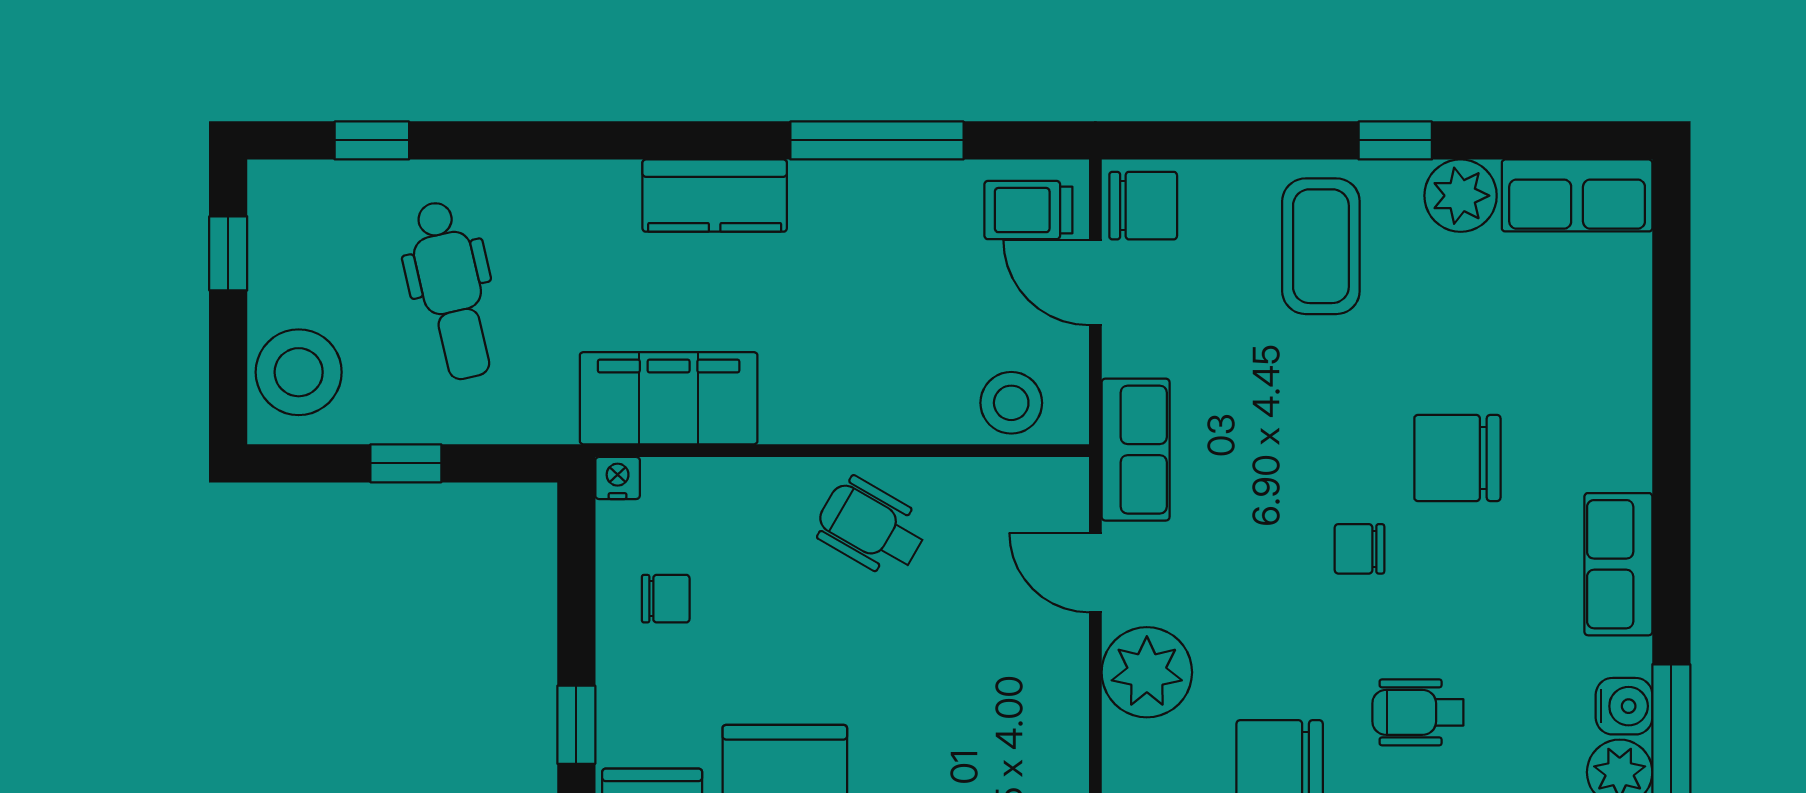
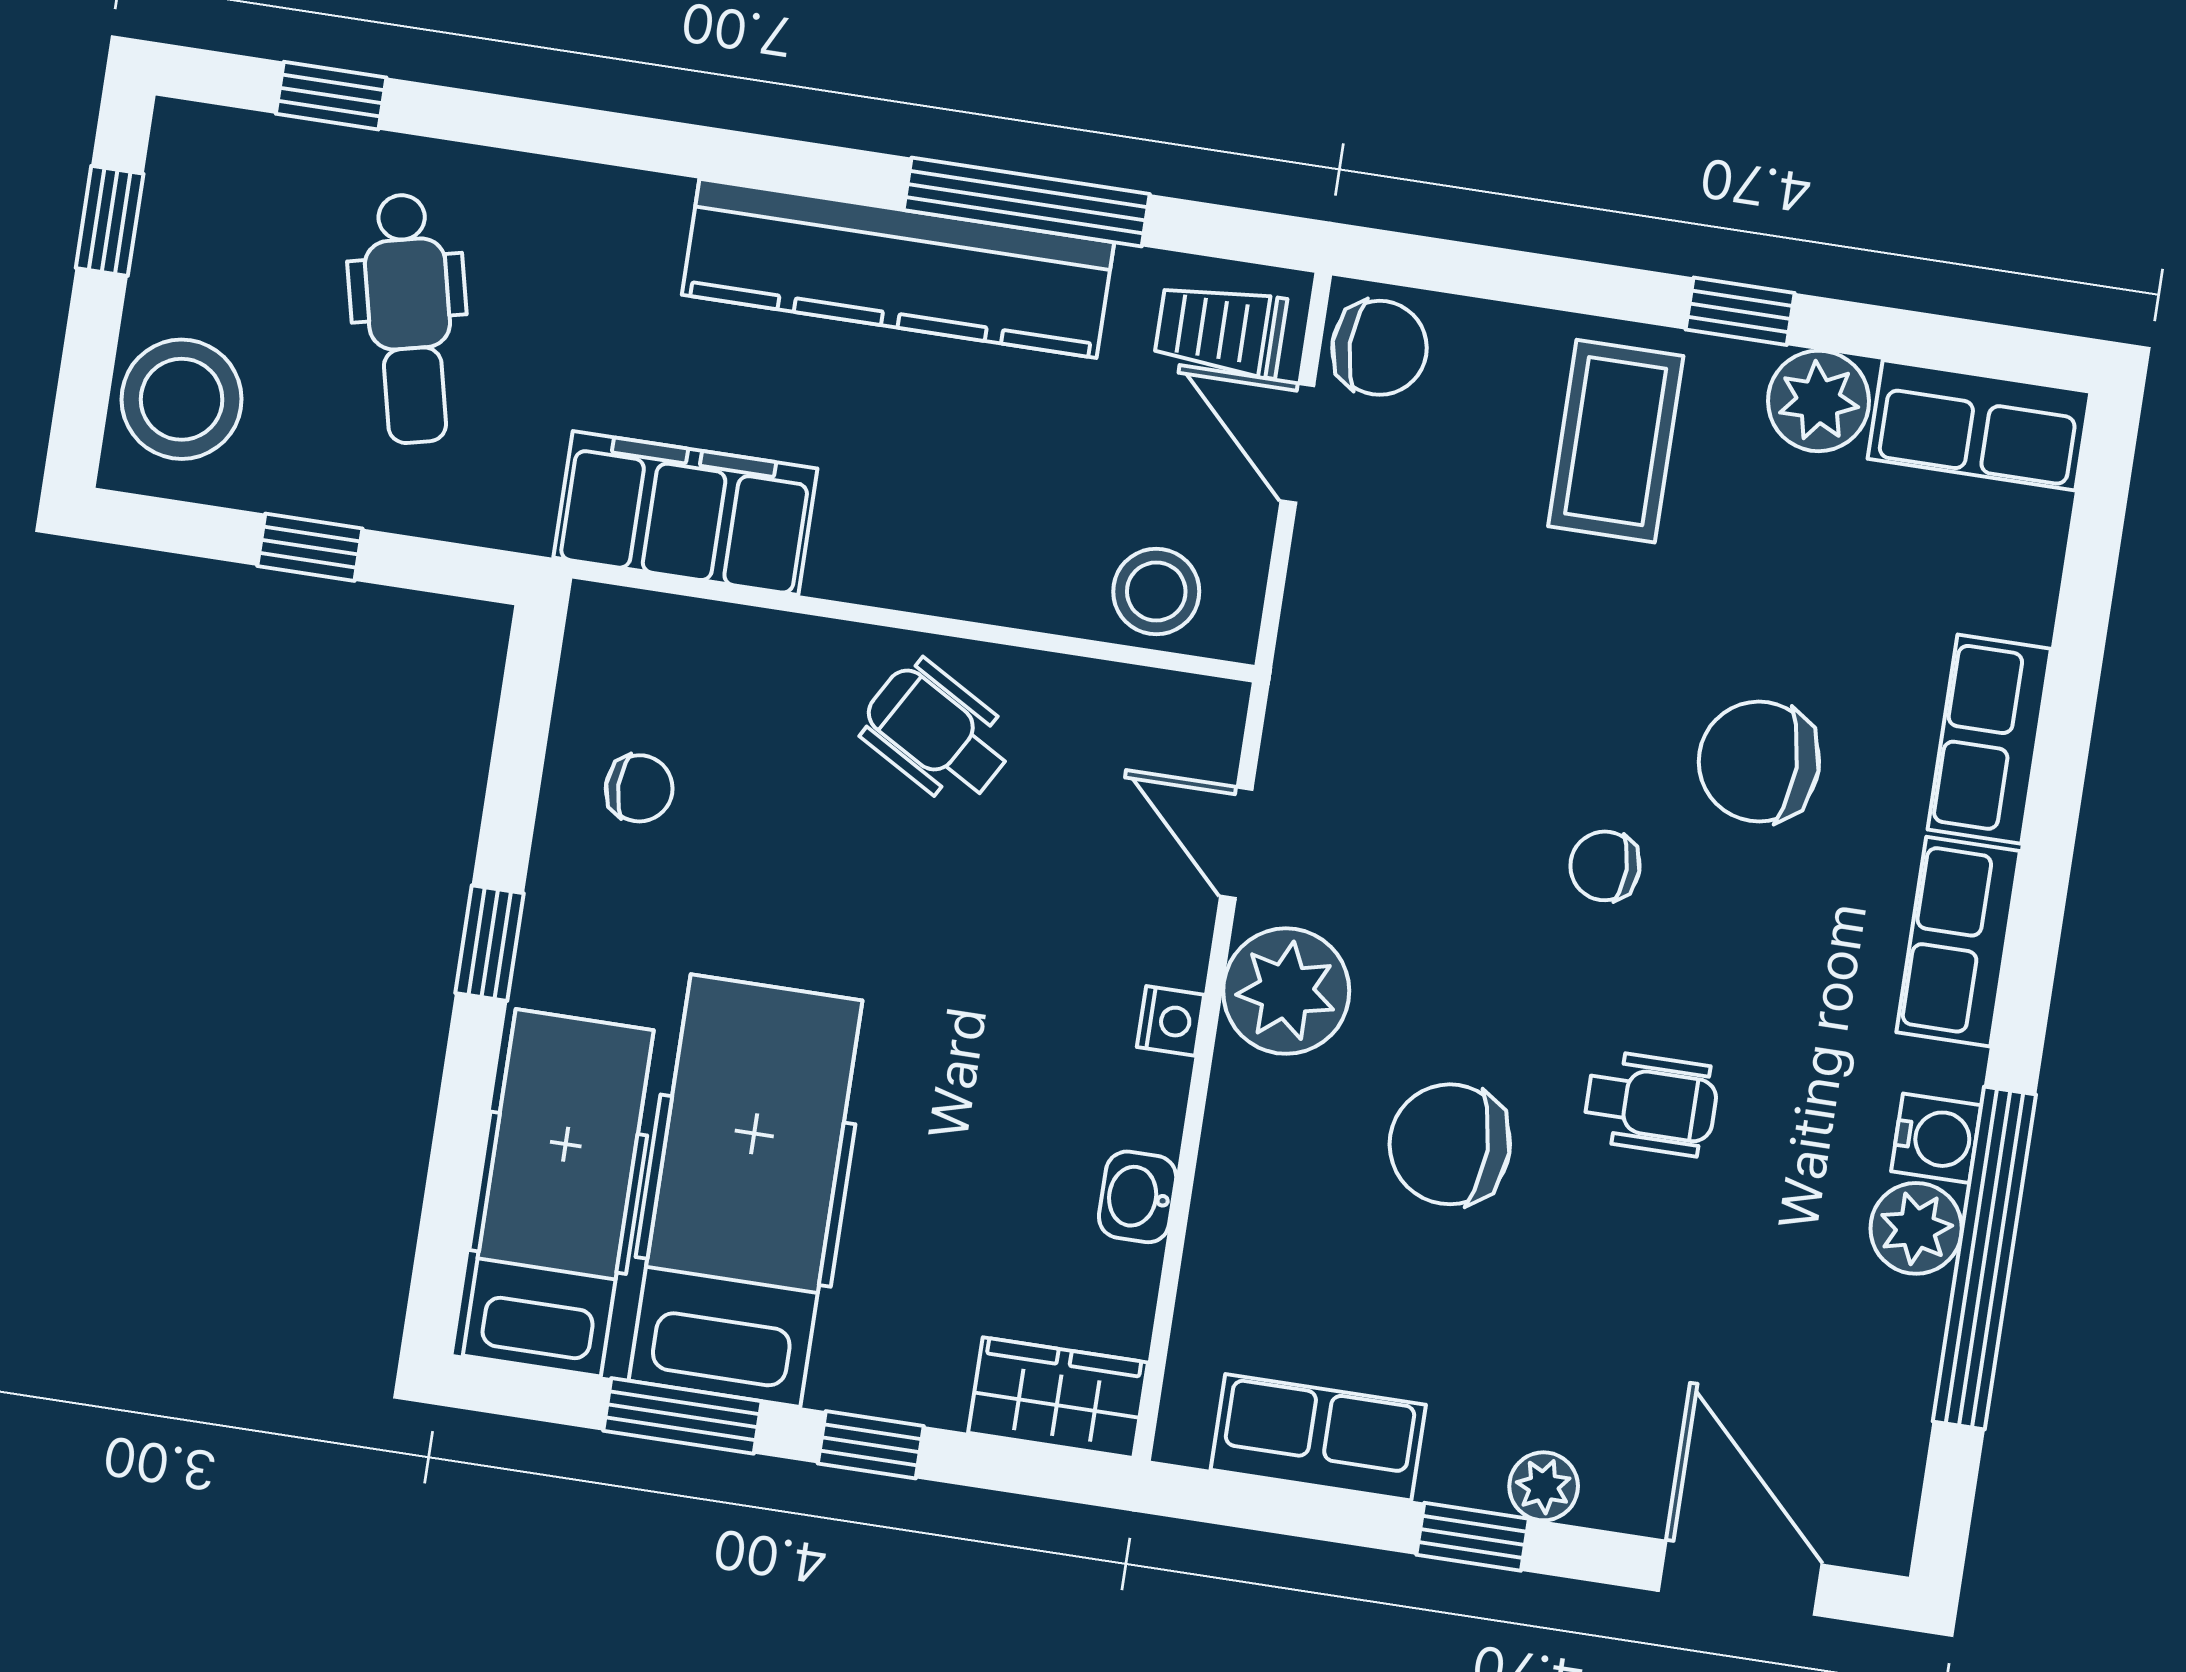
kitchen counter: (715, 196) -> (898, 268), width x2.08, depth x1.17
row of seats: (1136, 450) -> (1989, 739), moved, turned 180
nightstand: (618, 478) -> (1171, 1021), moved, turned 90
wheelchair: (1418, 712) -> (1651, 1103), turned 180

